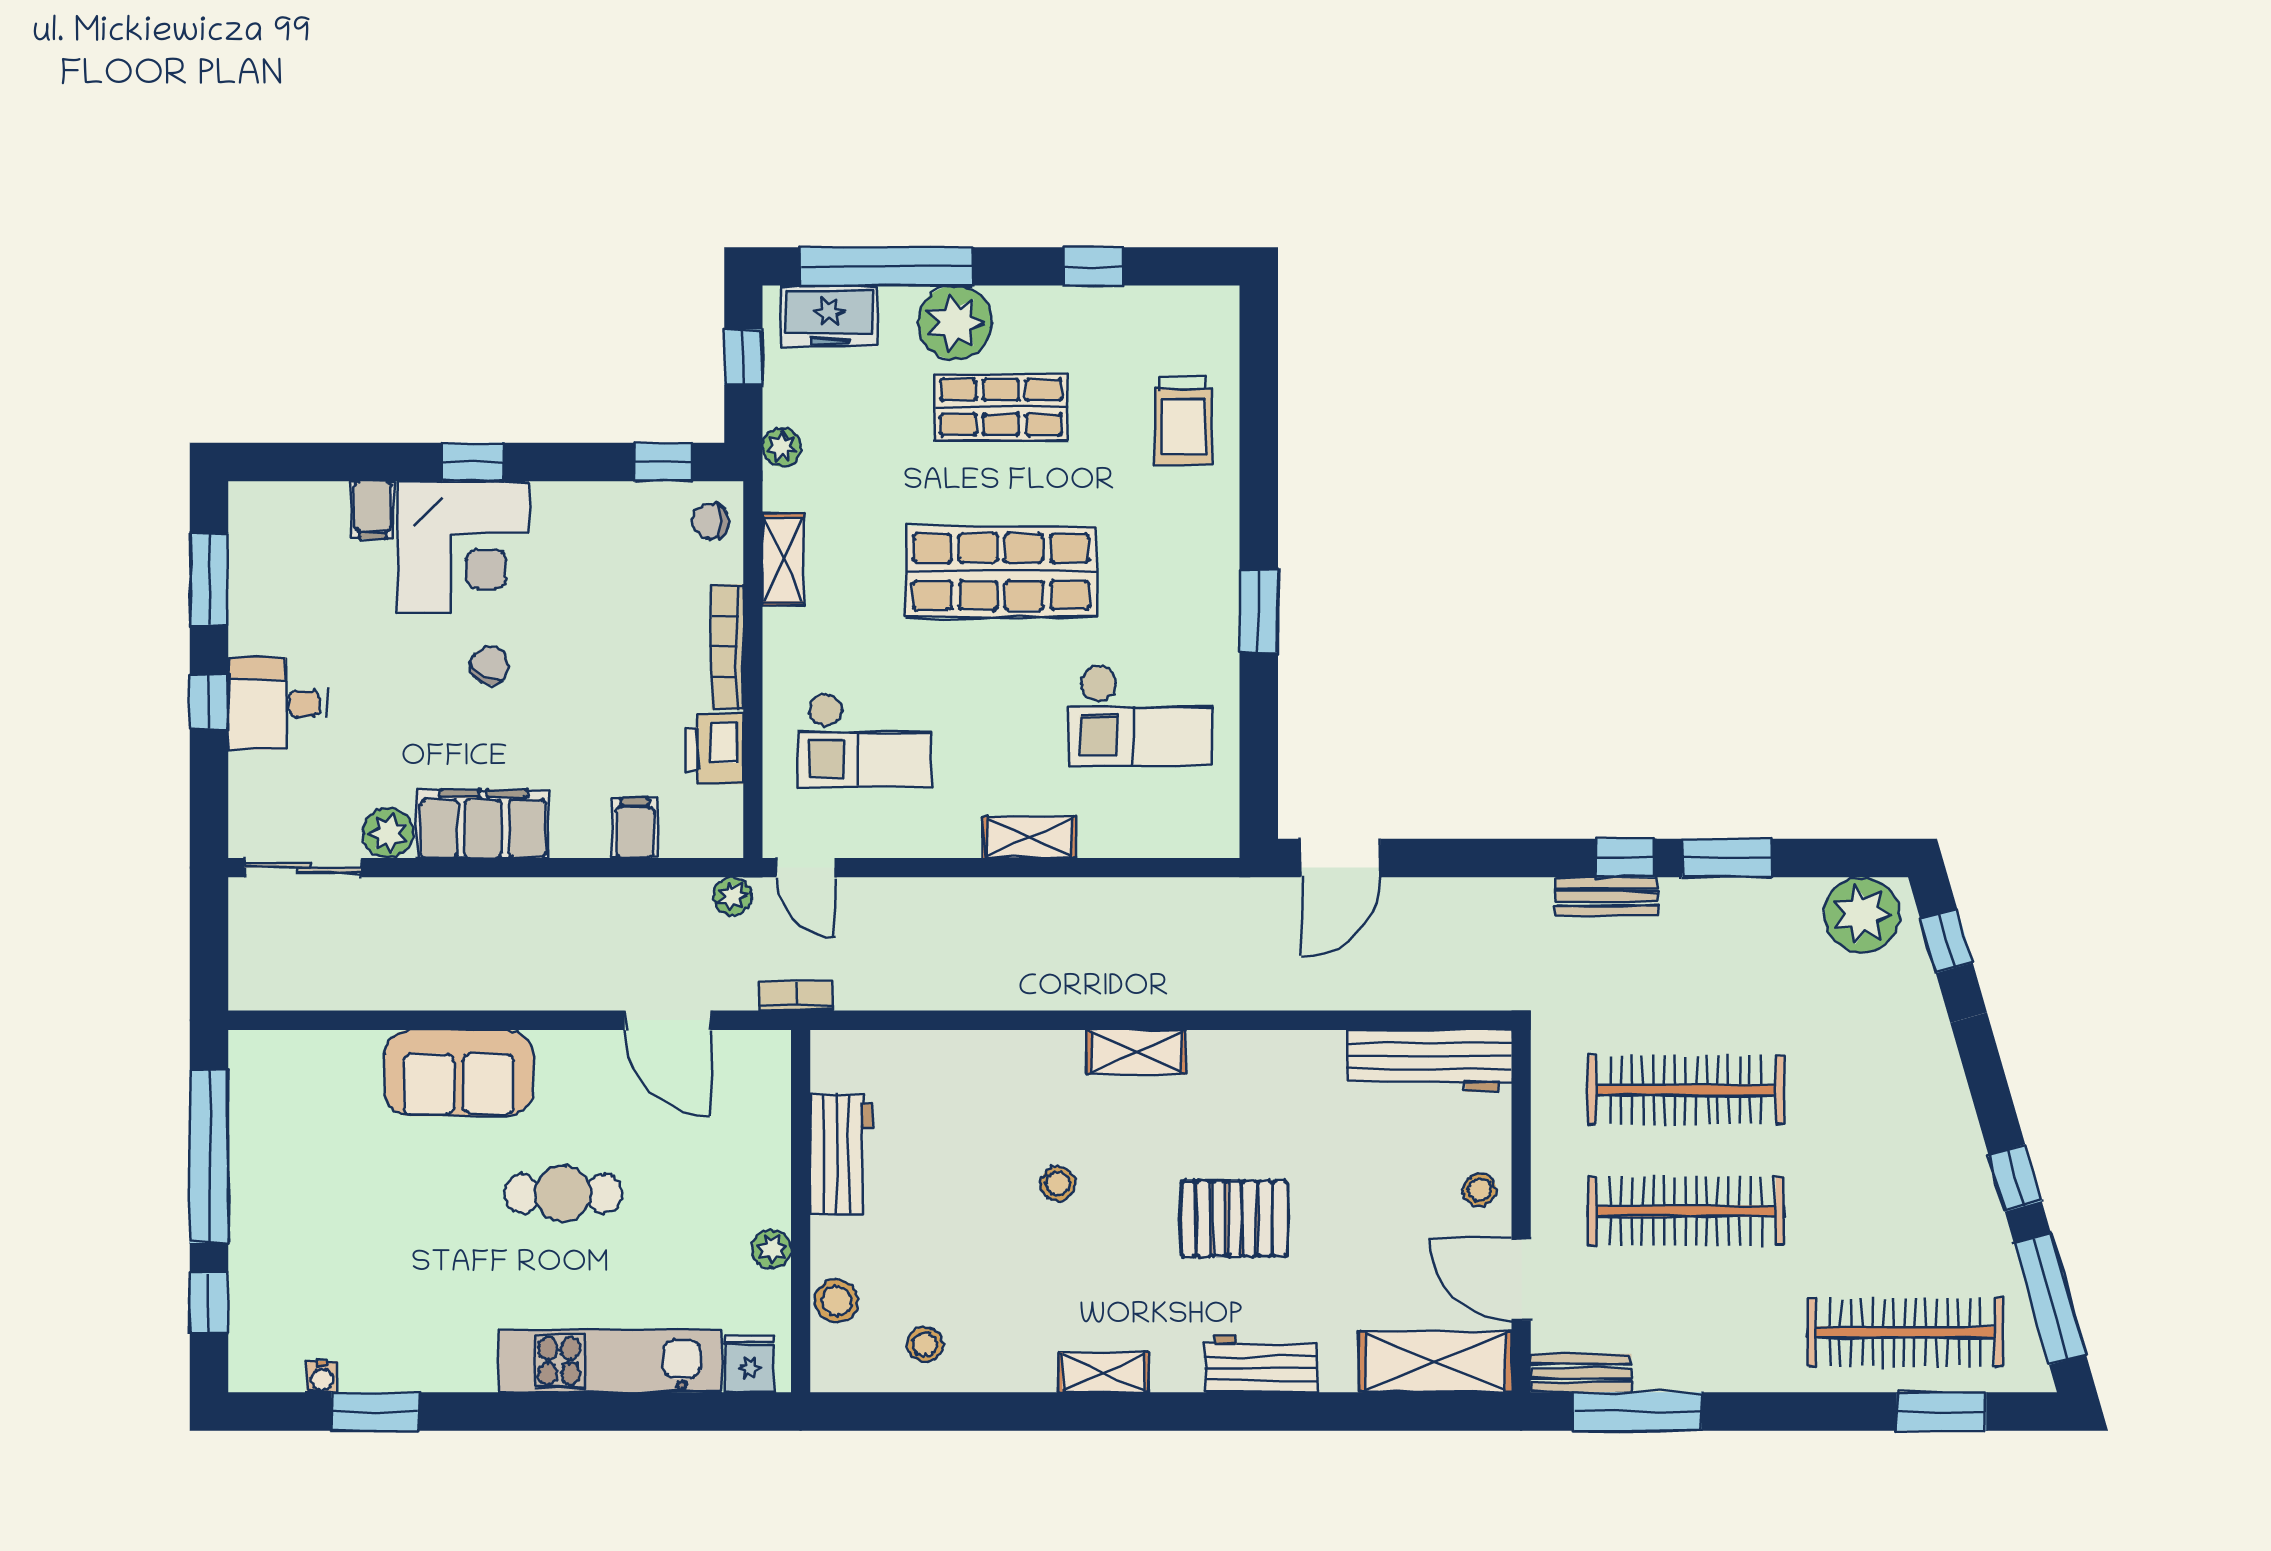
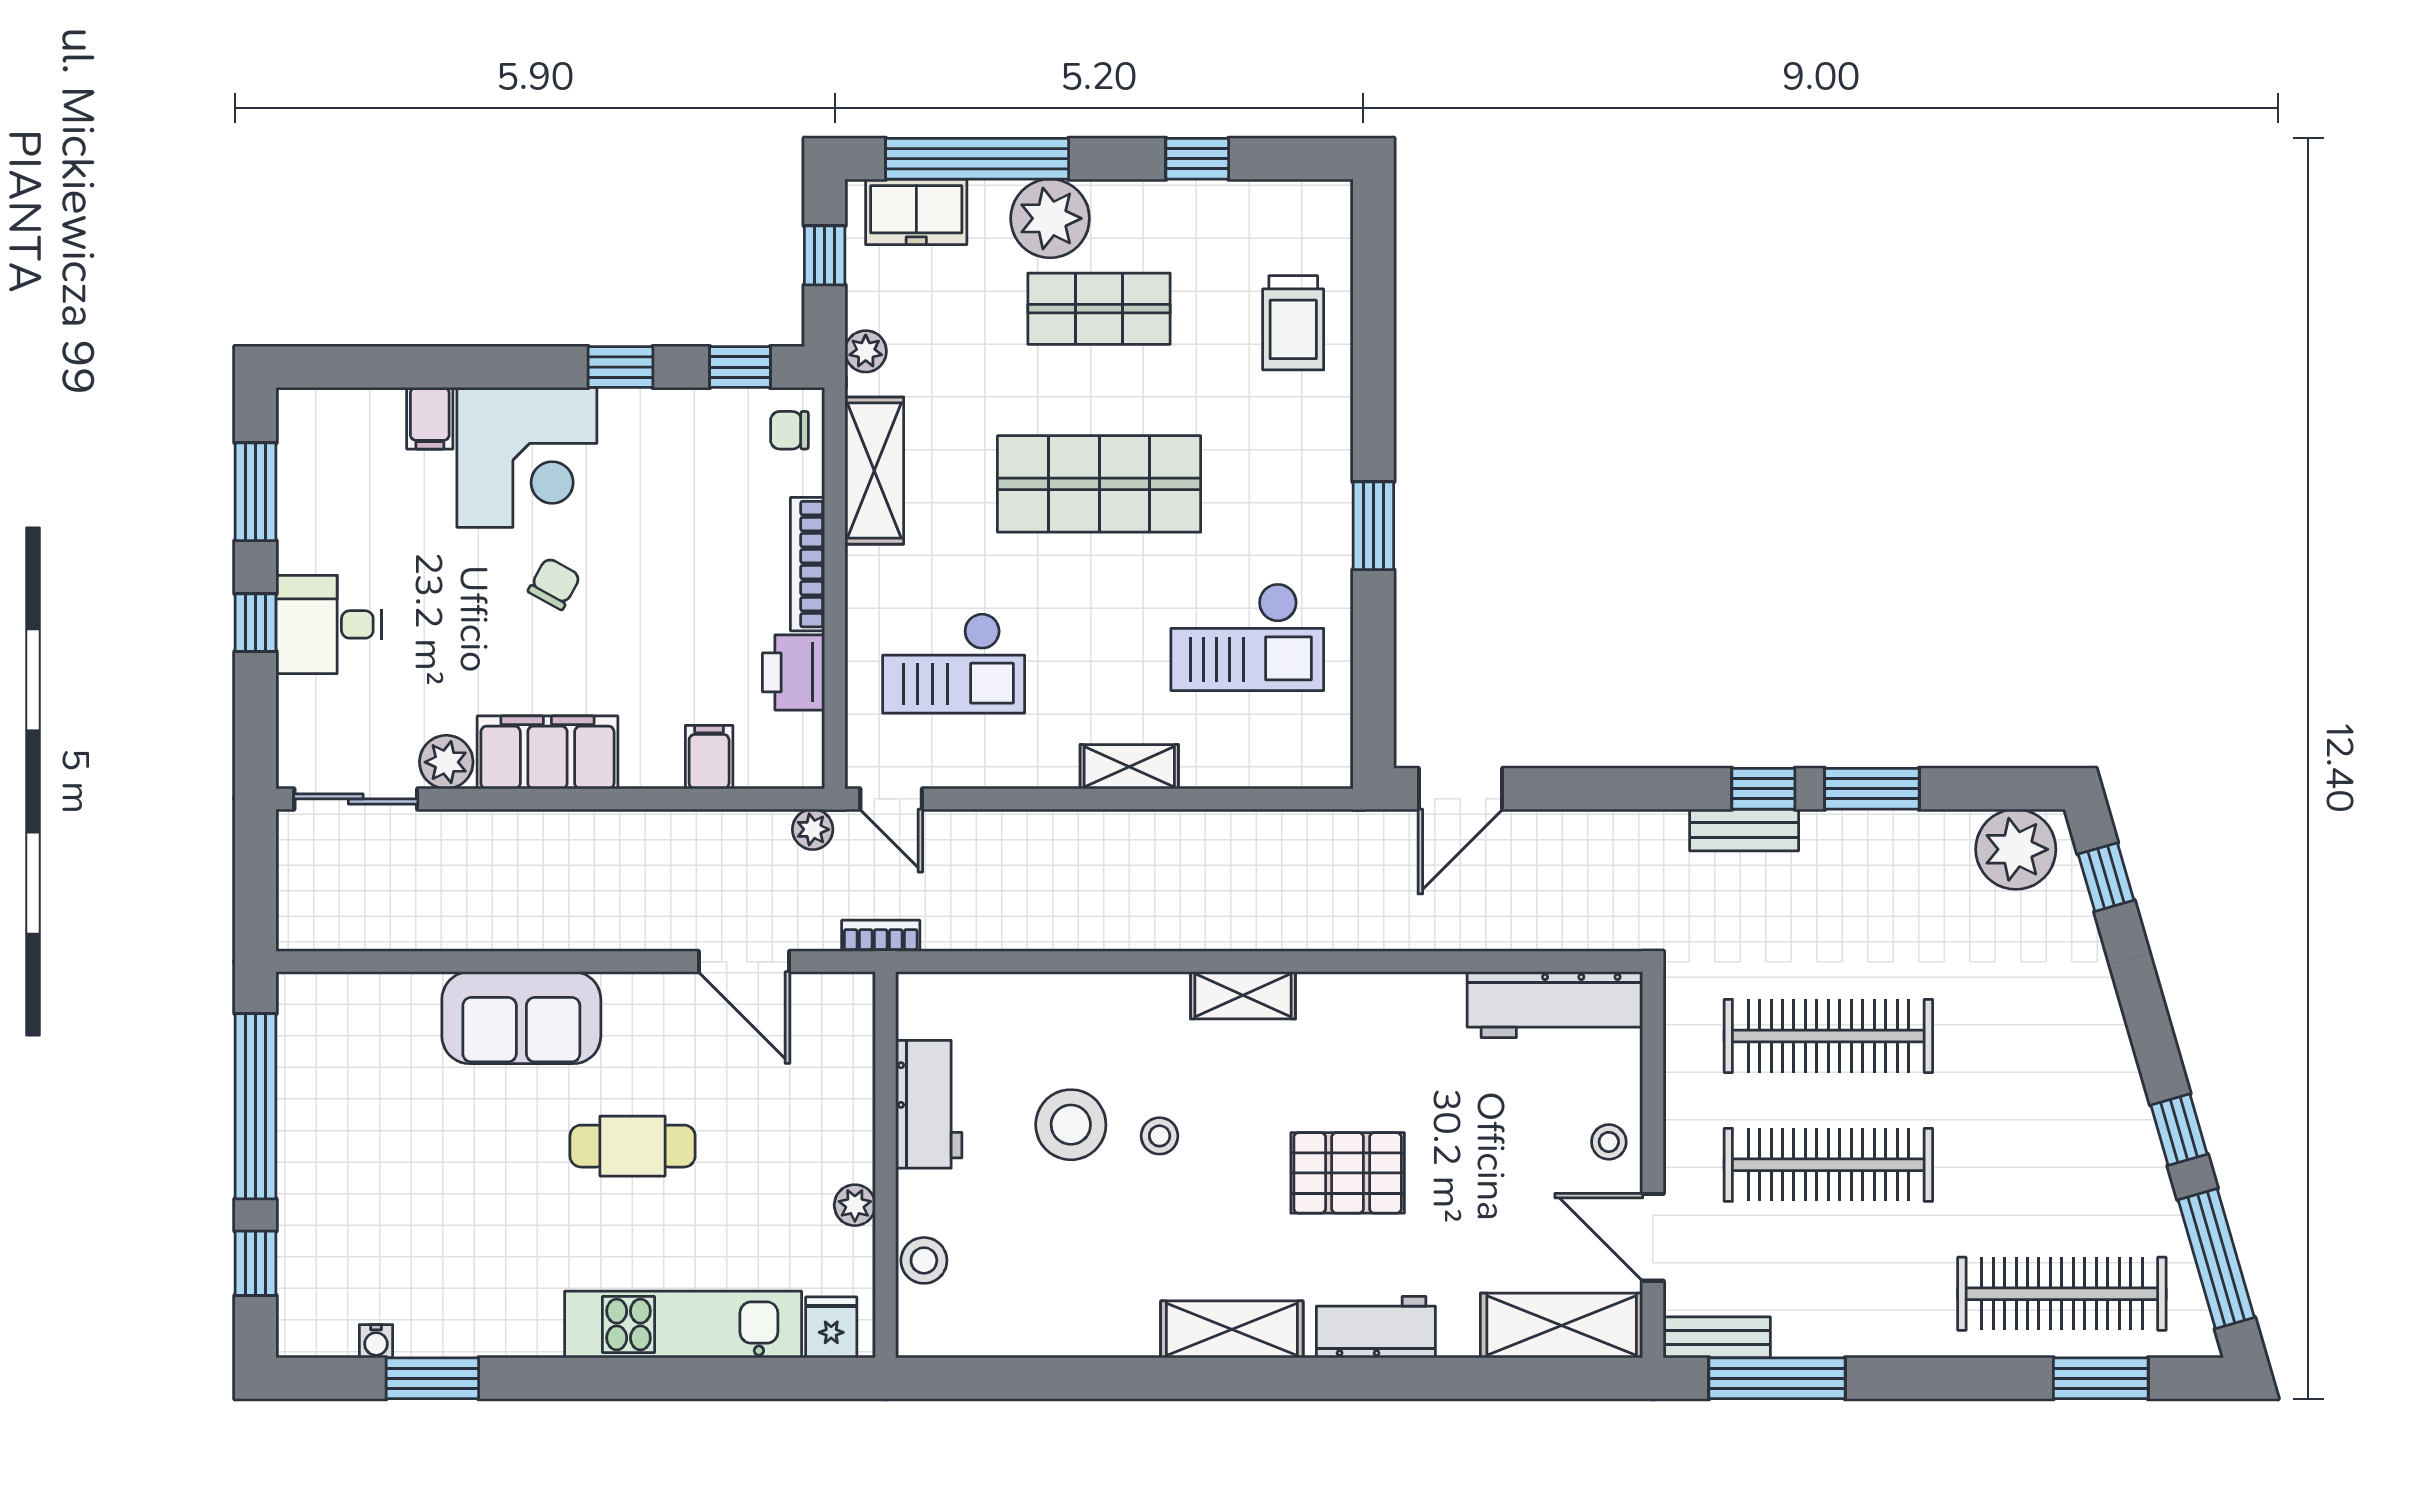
window: (473, 462) -> (621, 367), moved
shelving: (783, 559) -> (874, 471), width x1.50, depth x1.33
stool: (925, 1345) -> (1071, 1125), moved, width x1.89, depth x1.89
shelving: (1104, 1372) -> (1232, 1329), width x1.50, depth x1.33

